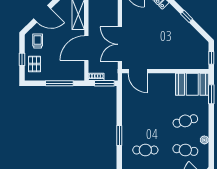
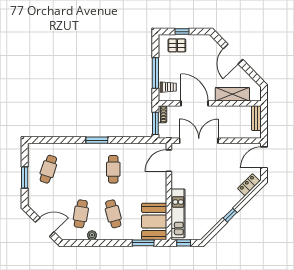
trolley: (38, 41) -> (168, 87), moved
kitchen unit: (185, 63) -> (178, 213), added
cafe table: (145, 150) -> (113, 169), moved

